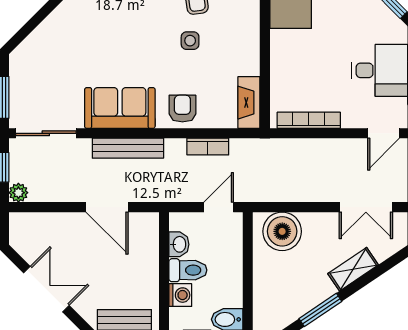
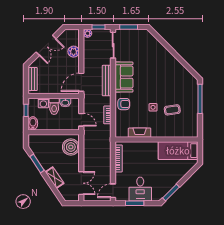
fireplace: (249, 103) -> (140, 133), moved
door: (384, 133) -> (113, 191), hinge flipped
door: (107, 207) -> (81, 82), moved
double door: (366, 207) -> (81, 183), swing flipped
plant: (61, 225) -> (74, 52), added

